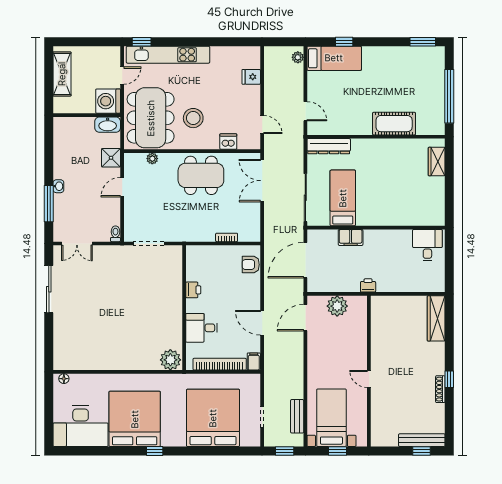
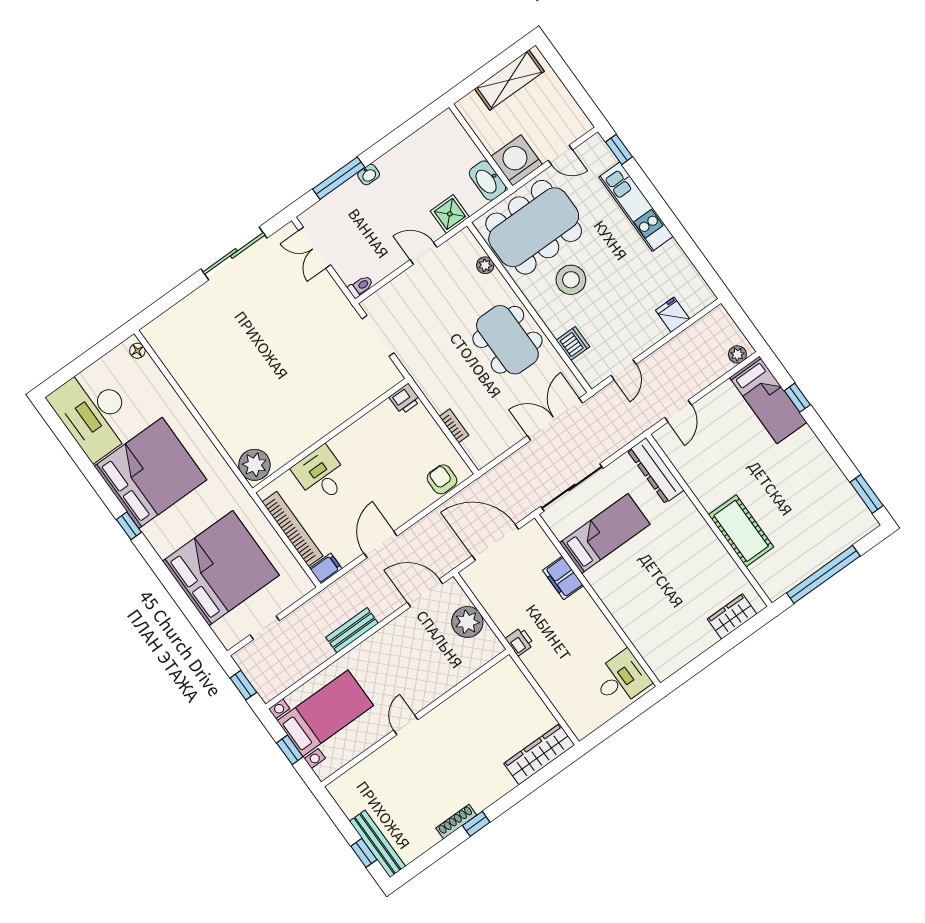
kitchen unit: (168, 55) -> (636, 207), width x0.73
printer: (193, 290) -> (405, 399), moved
bench: (297, 416) -> (352, 630), moved

